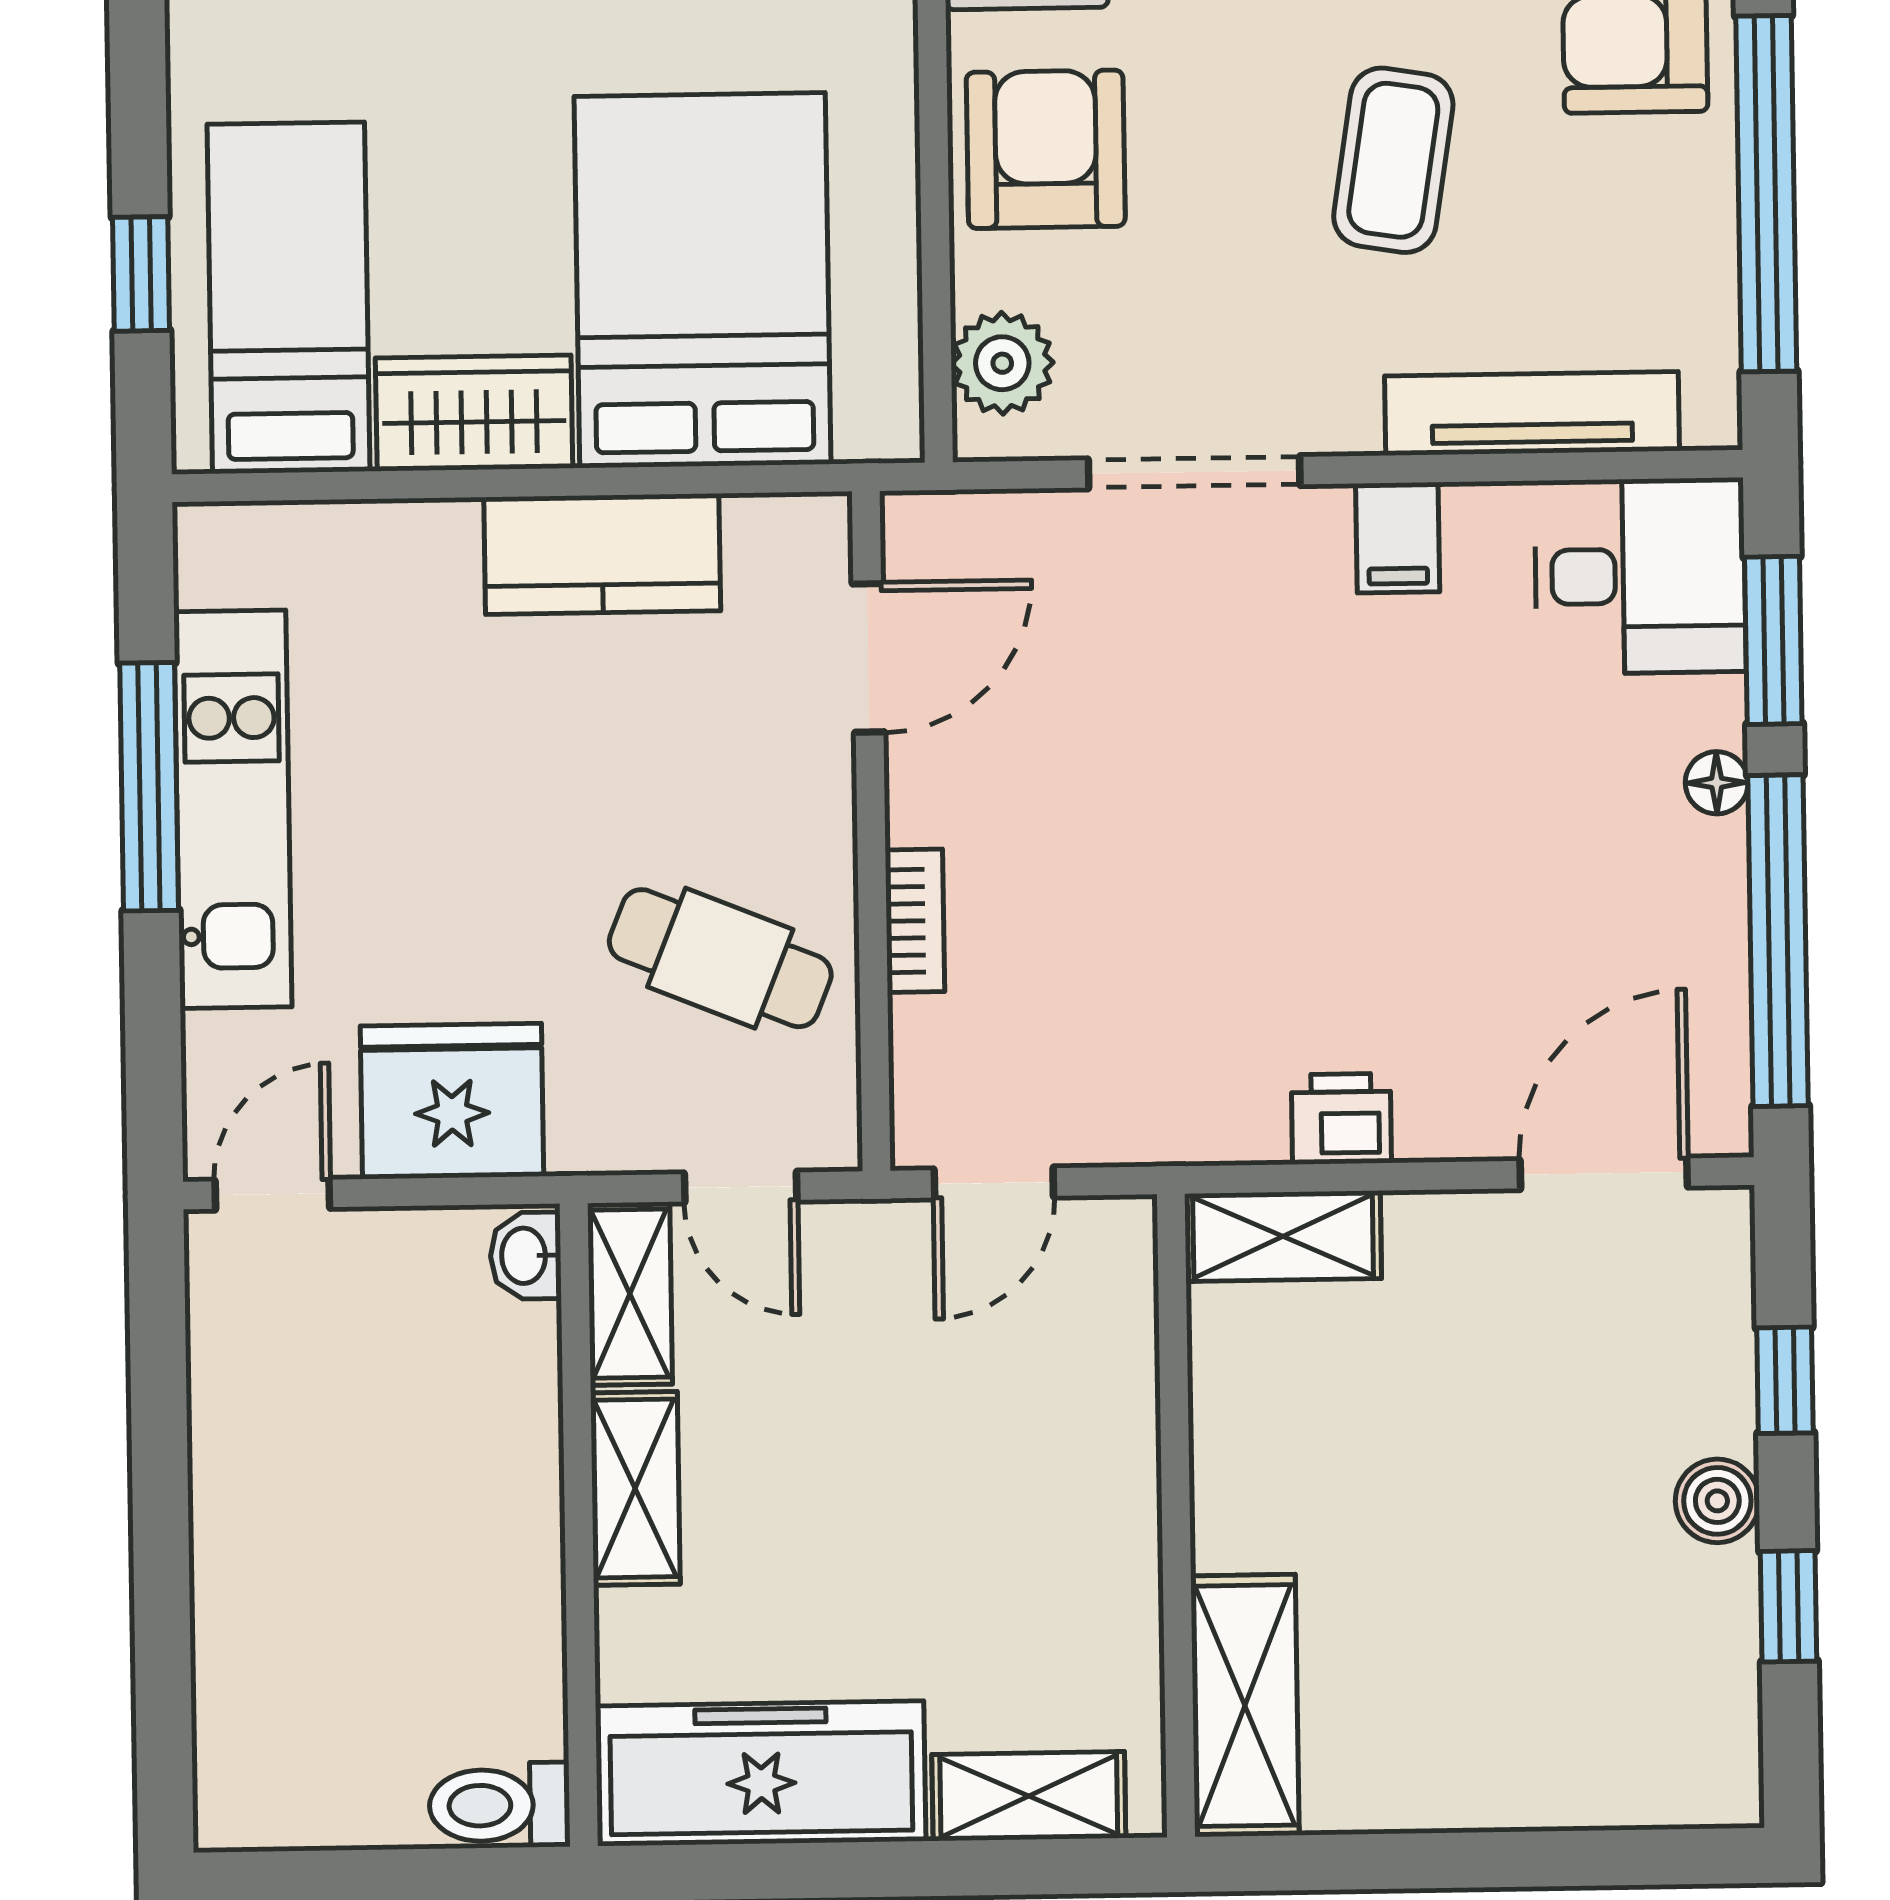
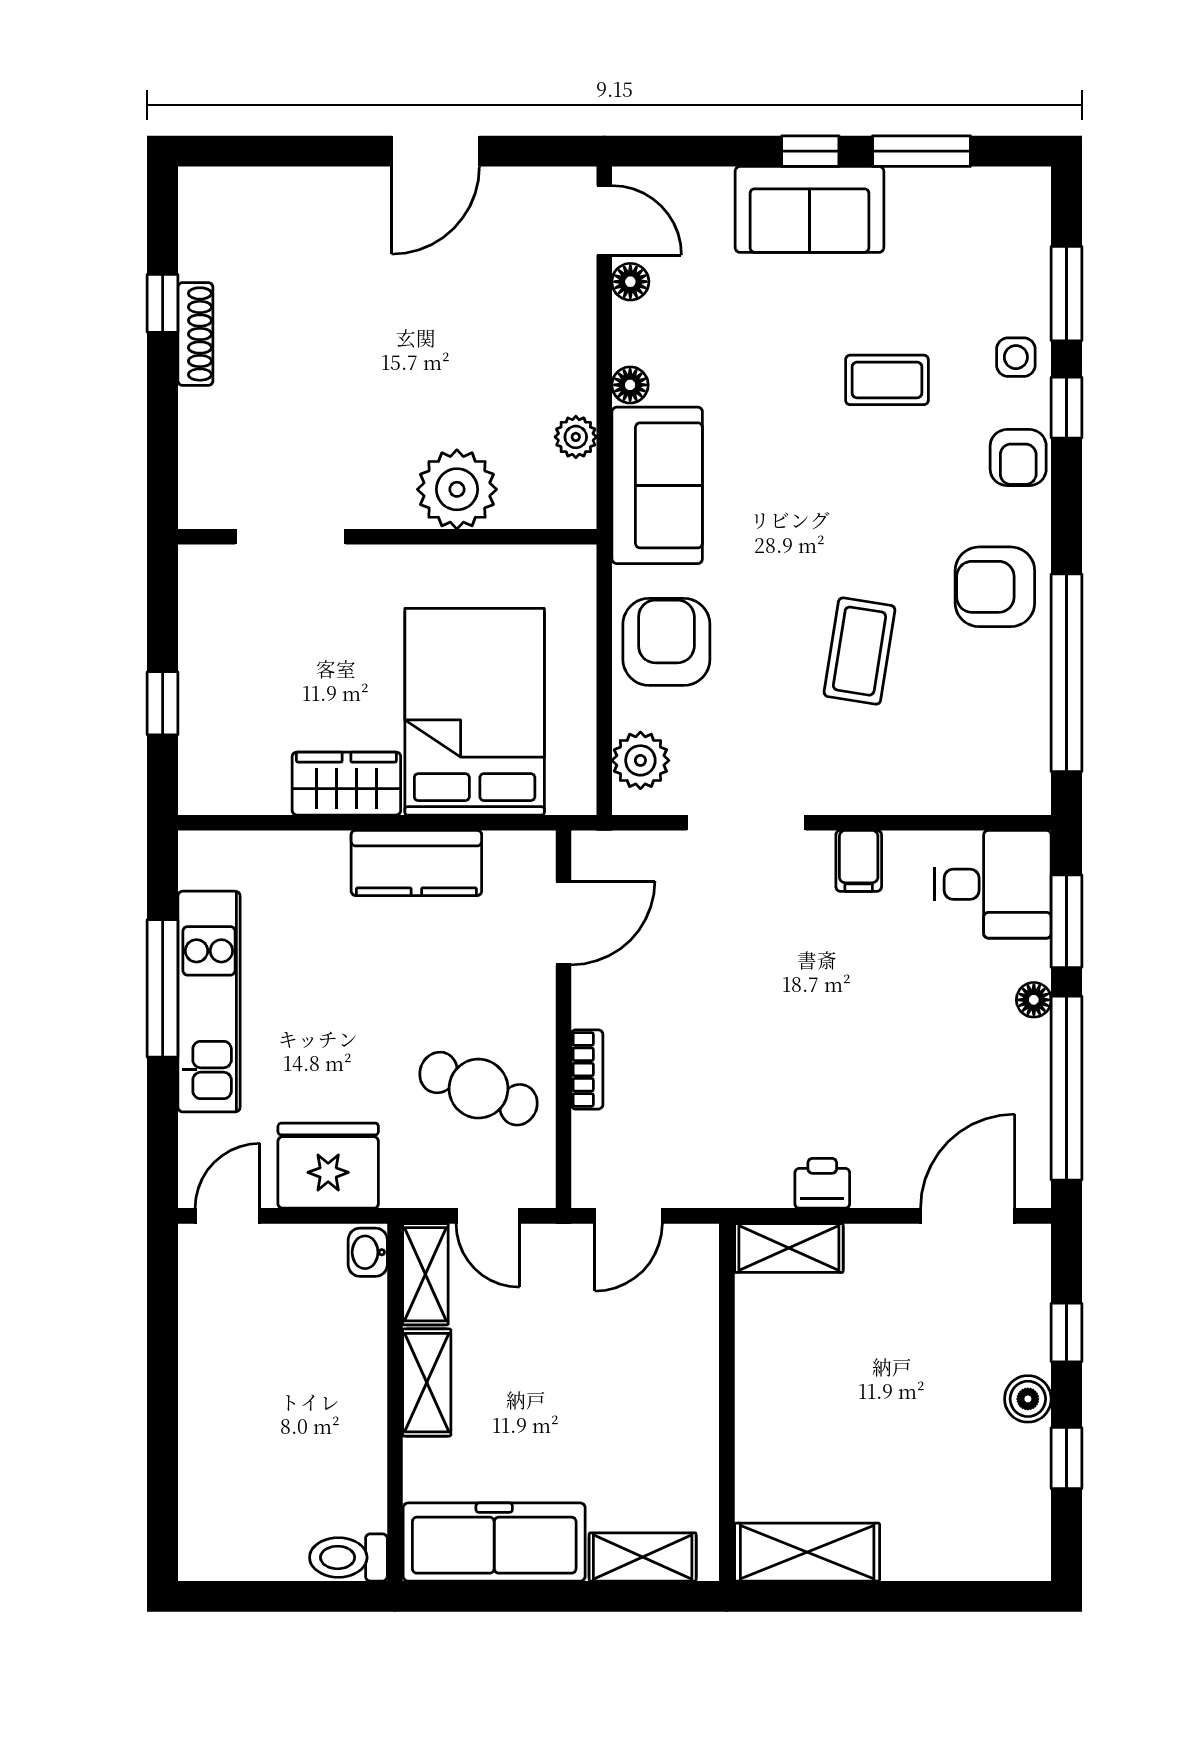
bed: (289, 298) -> (244, 718), removed
tv unit: (1532, 413) -> (934, 793), removed
shelving: (1245, 1706) -> (807, 1552), moved, turned 90

